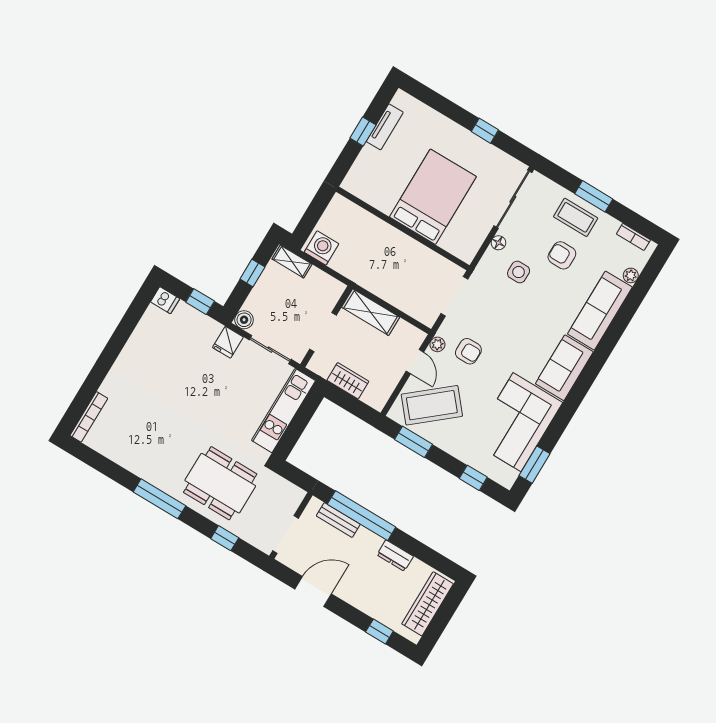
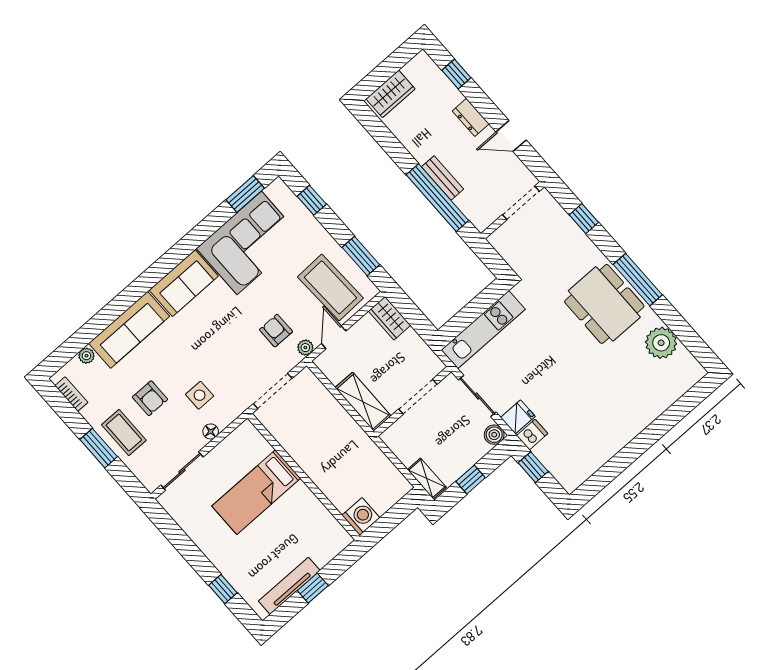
tv unit: (385, 127) -> (289, 586), width x1.41
window: (485, 131) -> (223, 589), moved
bed: (433, 197) -> (256, 492), width x0.67
sliding door: (513, 199) -> (182, 471), width x0.73
washing machine: (321, 248) -> (361, 517), moved, turned 180
dishwasher: (165, 300) -> (532, 435), moved, turned 90
wardrobe: (348, 381) -> (389, 318), moved
coffee table: (432, 405) -> (330, 287), turned 38
bookcase: (89, 417) -> (683, 386), removed
plant: (121, 449) -> (661, 343), added
dining table: (220, 483) -> (604, 304), moved
bench: (338, 520) -> (443, 178), moved
dresser: (395, 556) -> (471, 117), moved, turned 180
door: (313, 592) -> (511, 136), width x0.73
wardrobe: (428, 604) -> (390, 94), width x0.67

